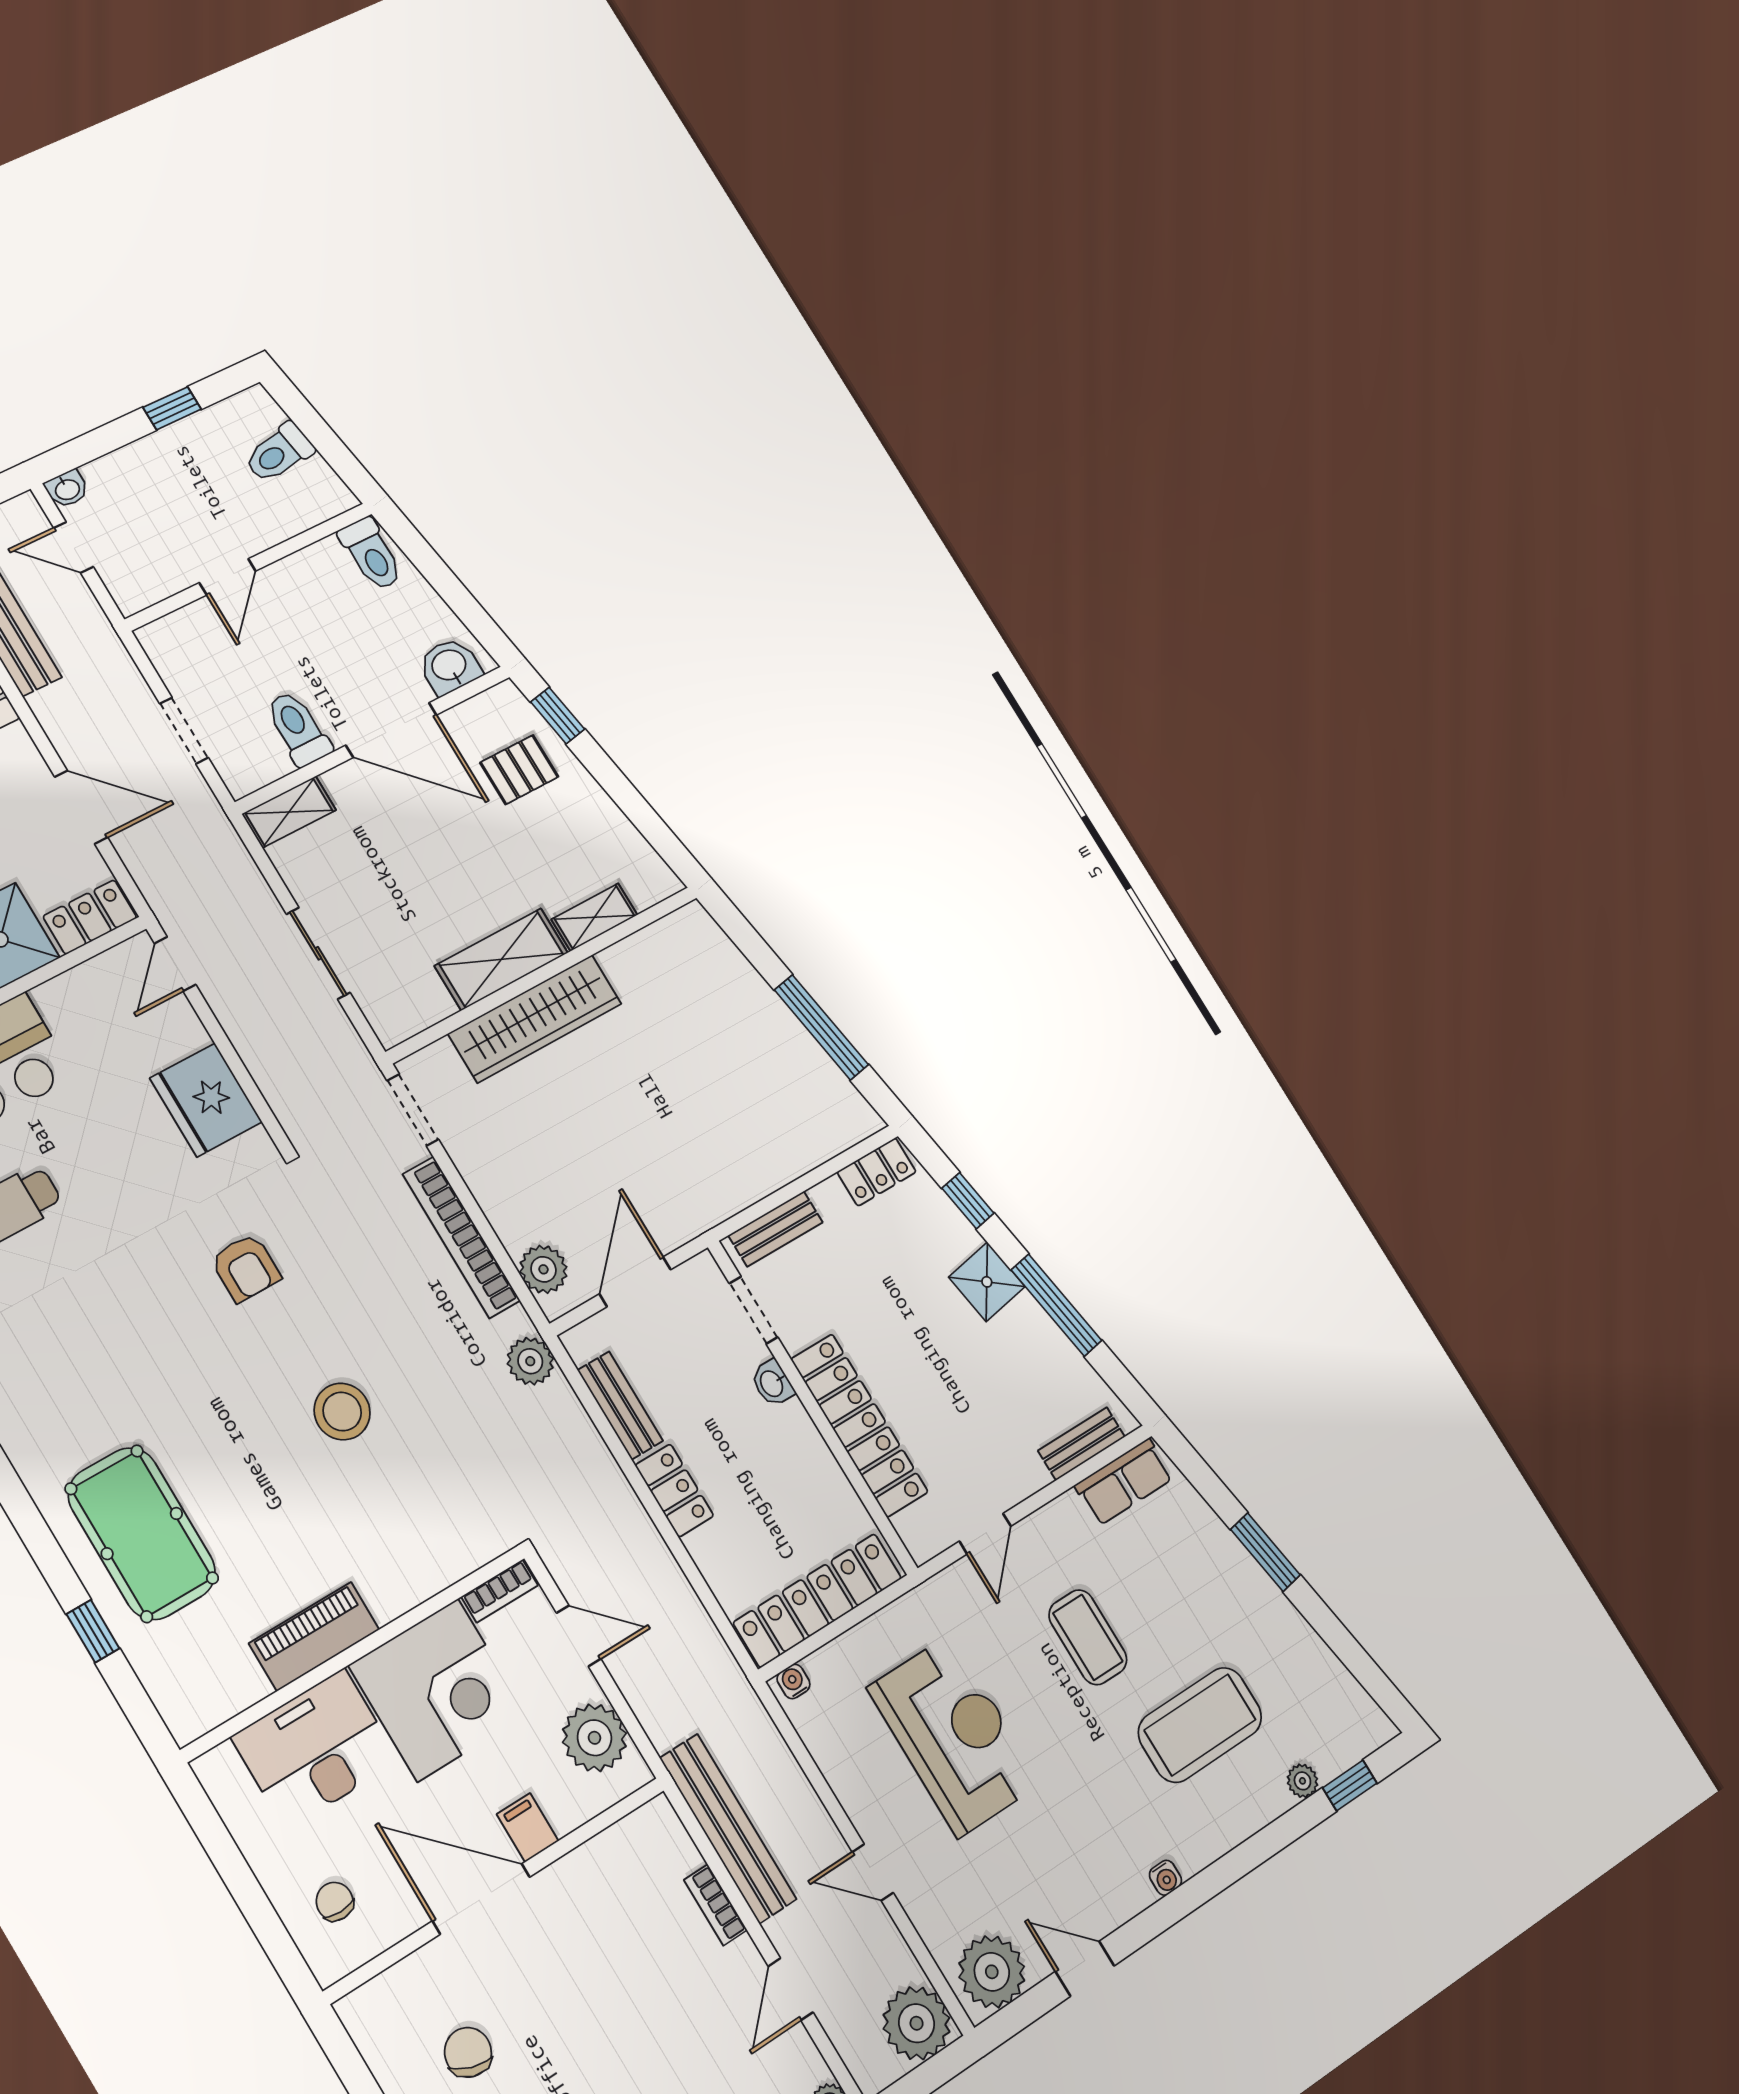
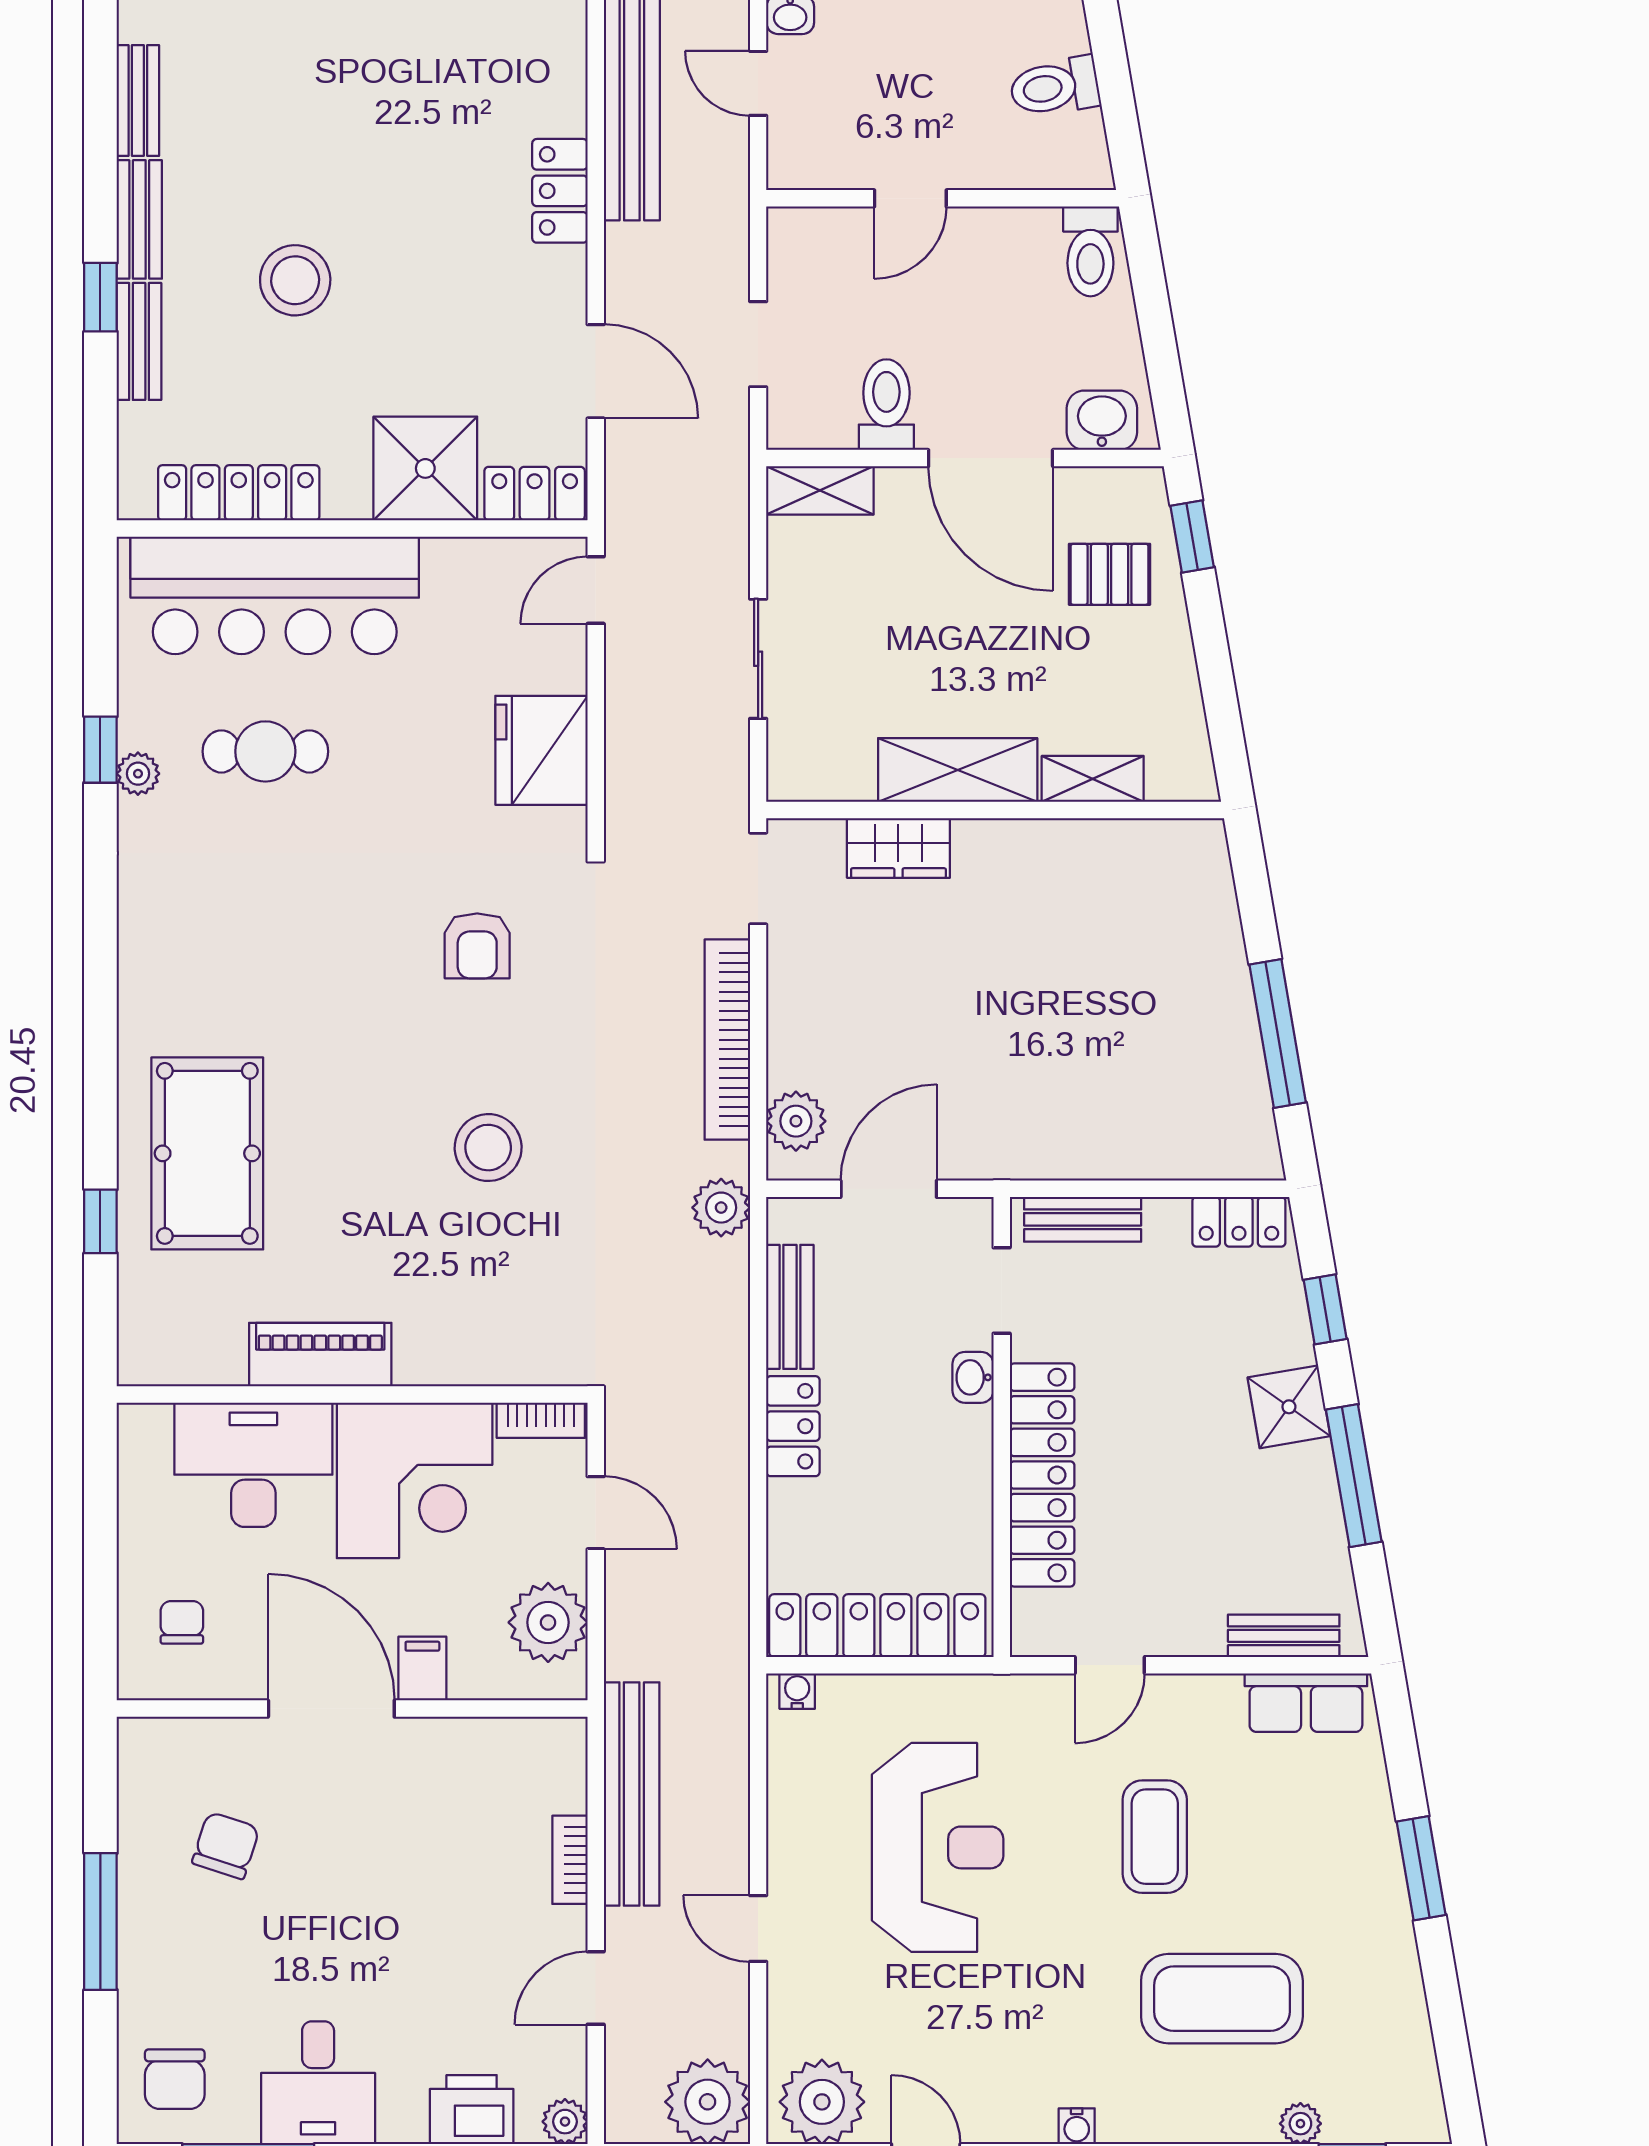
wardrobe: (535, 1019) -> (898, 848), width x0.48, depth x0.85

